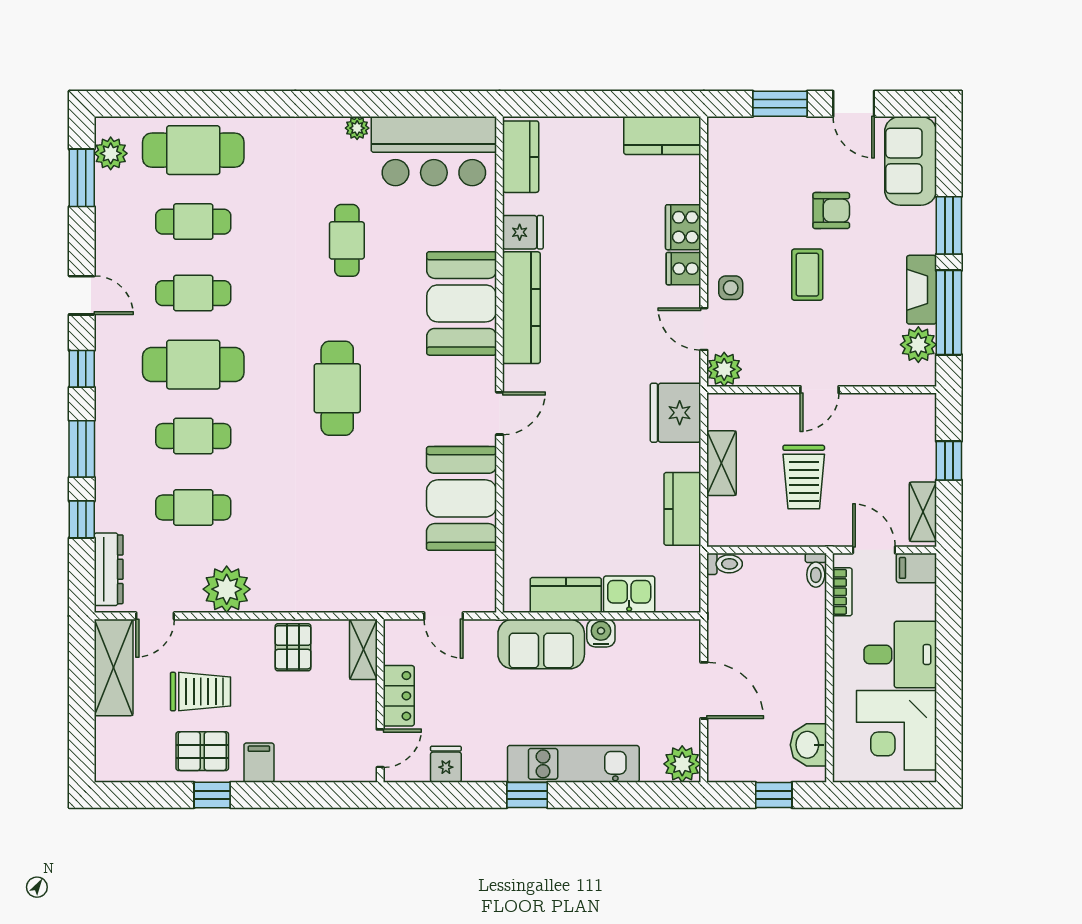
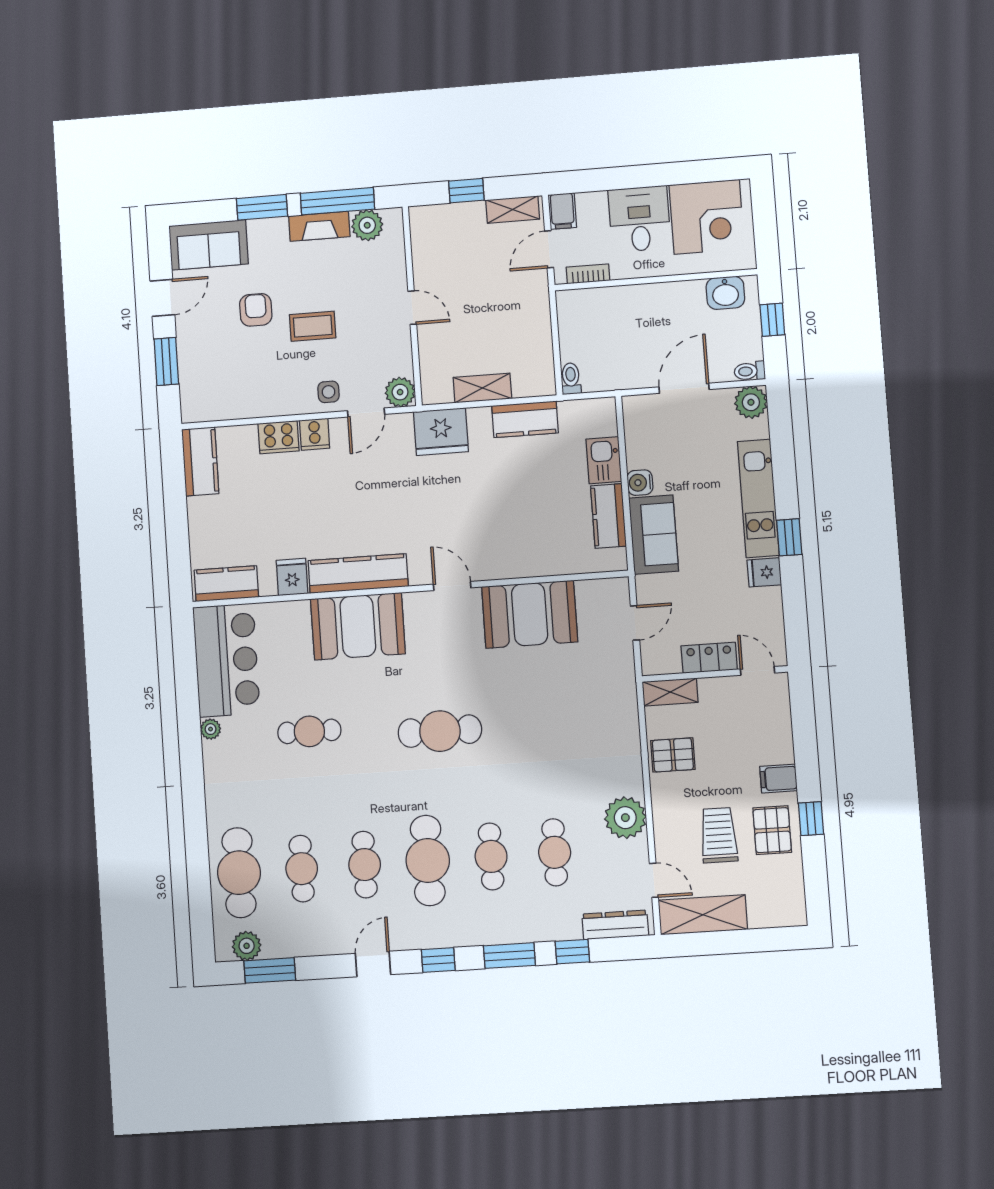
trolley: (804, 477) -> (490, 315), removed
toilet: (816, 570) -> (750, 371), moved, turned 180
fridge: (446, 764) -> (764, 572), moved

